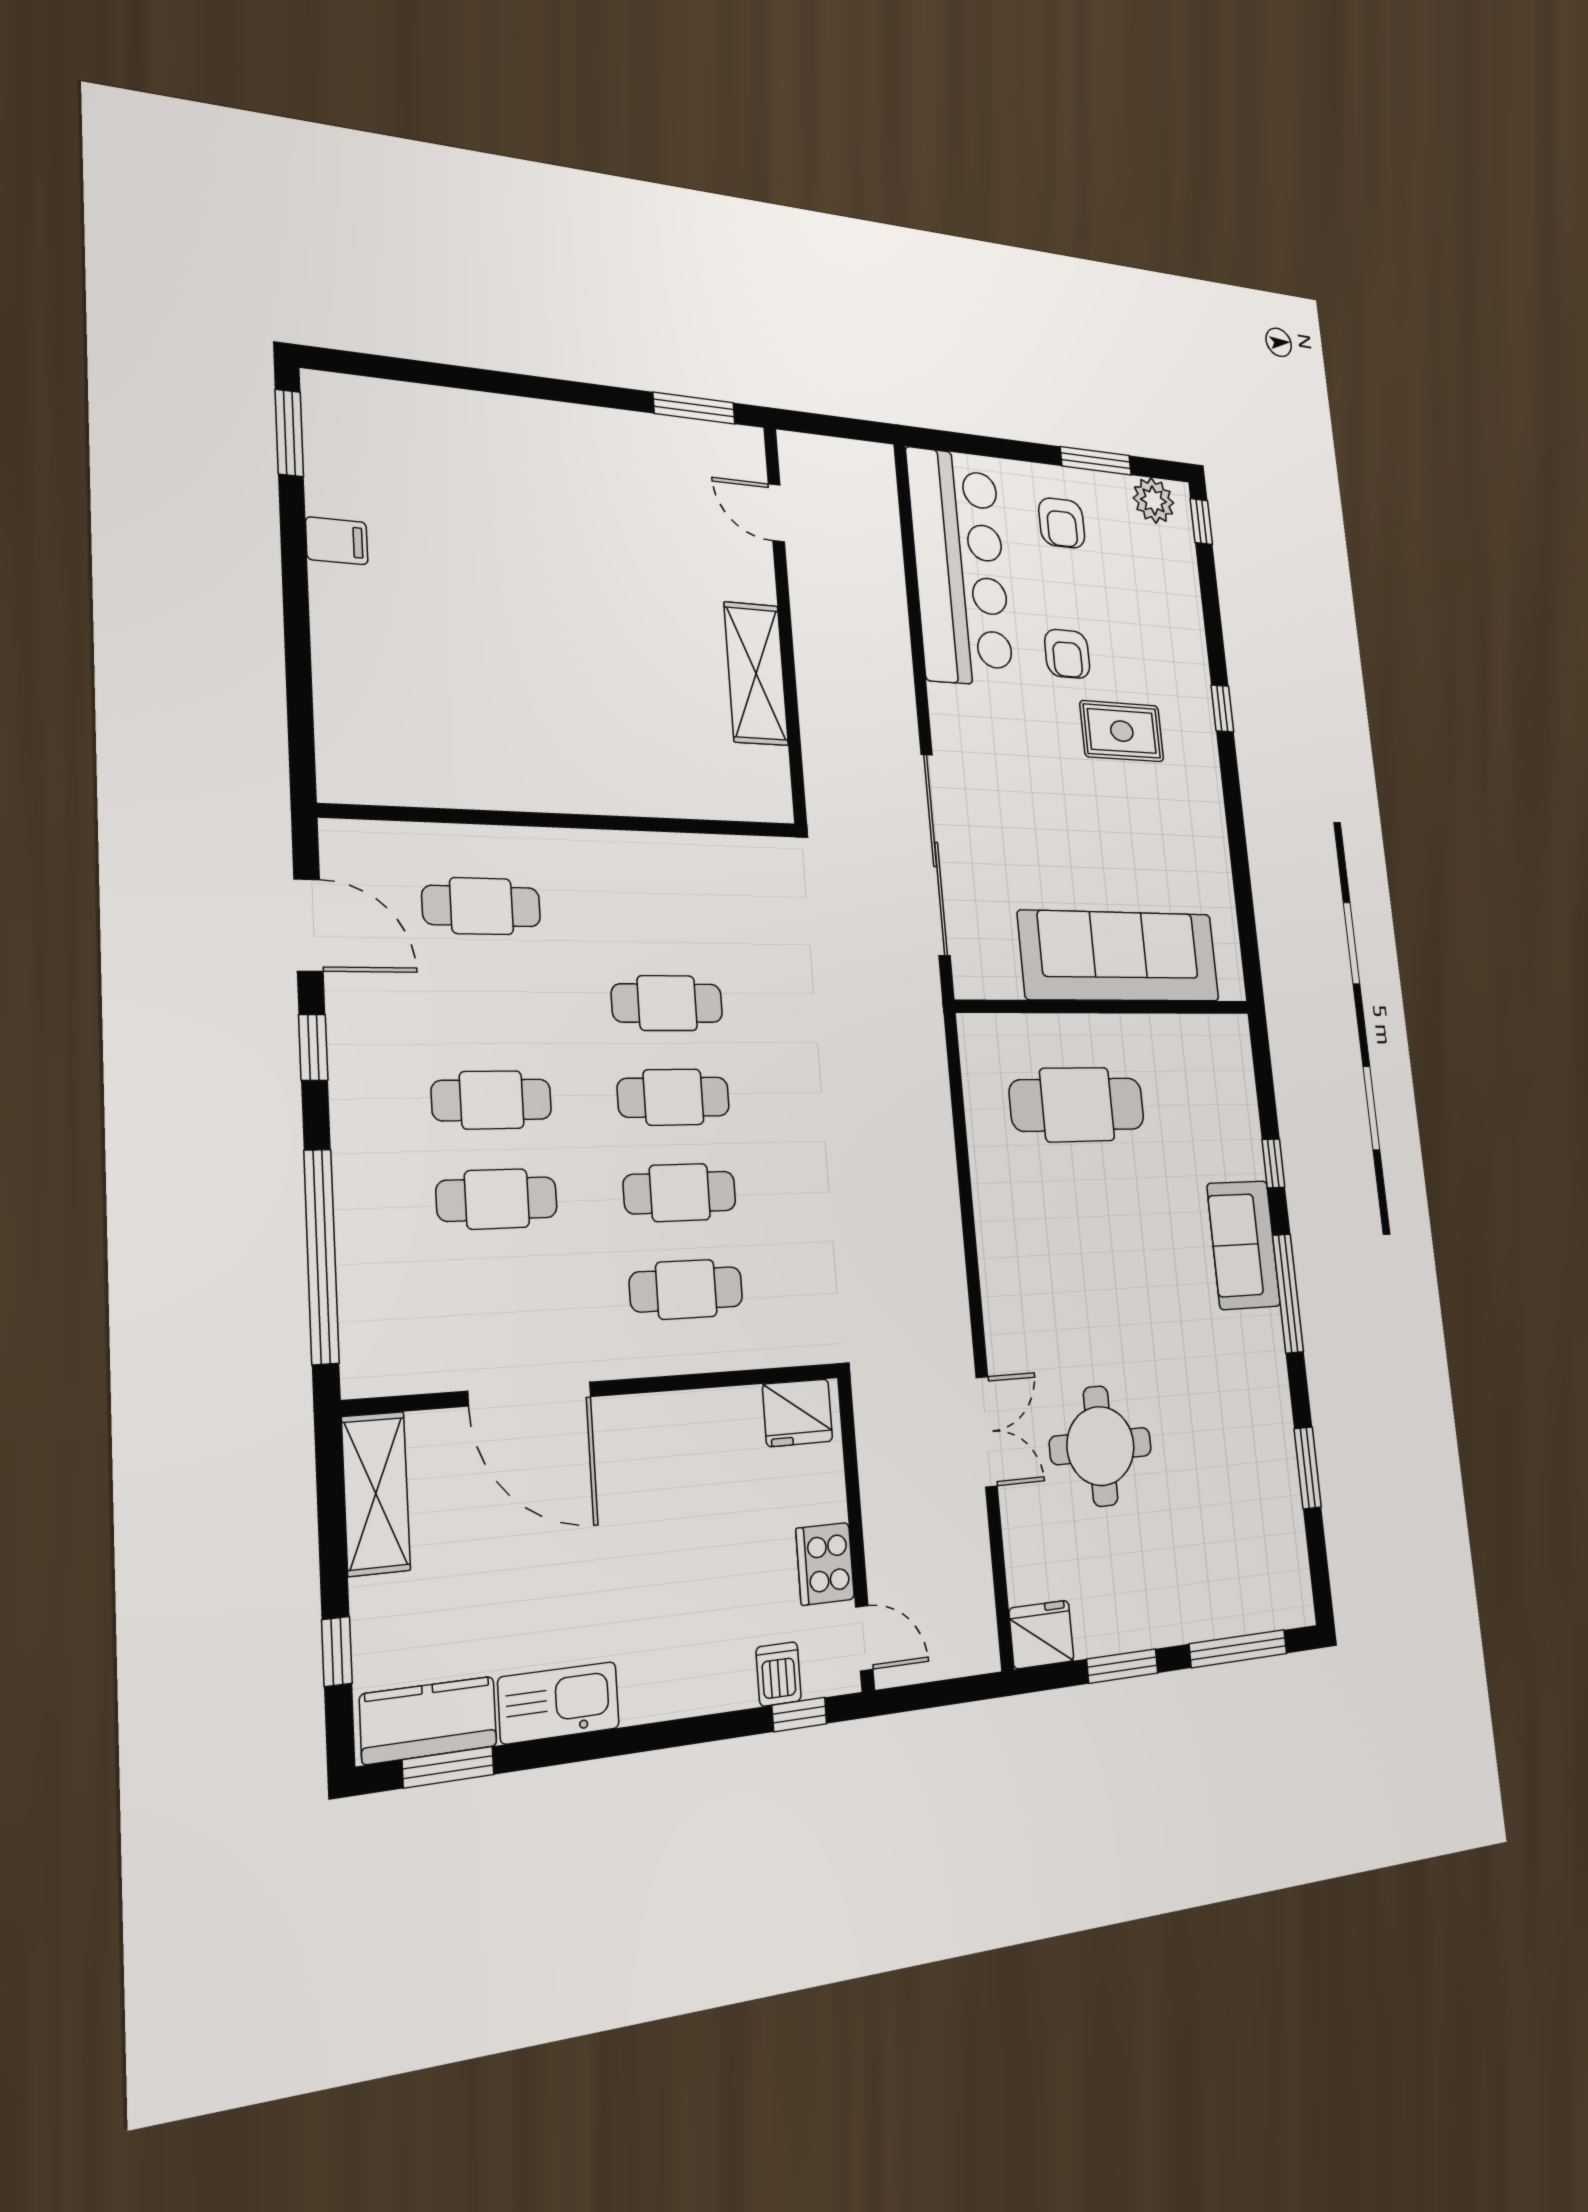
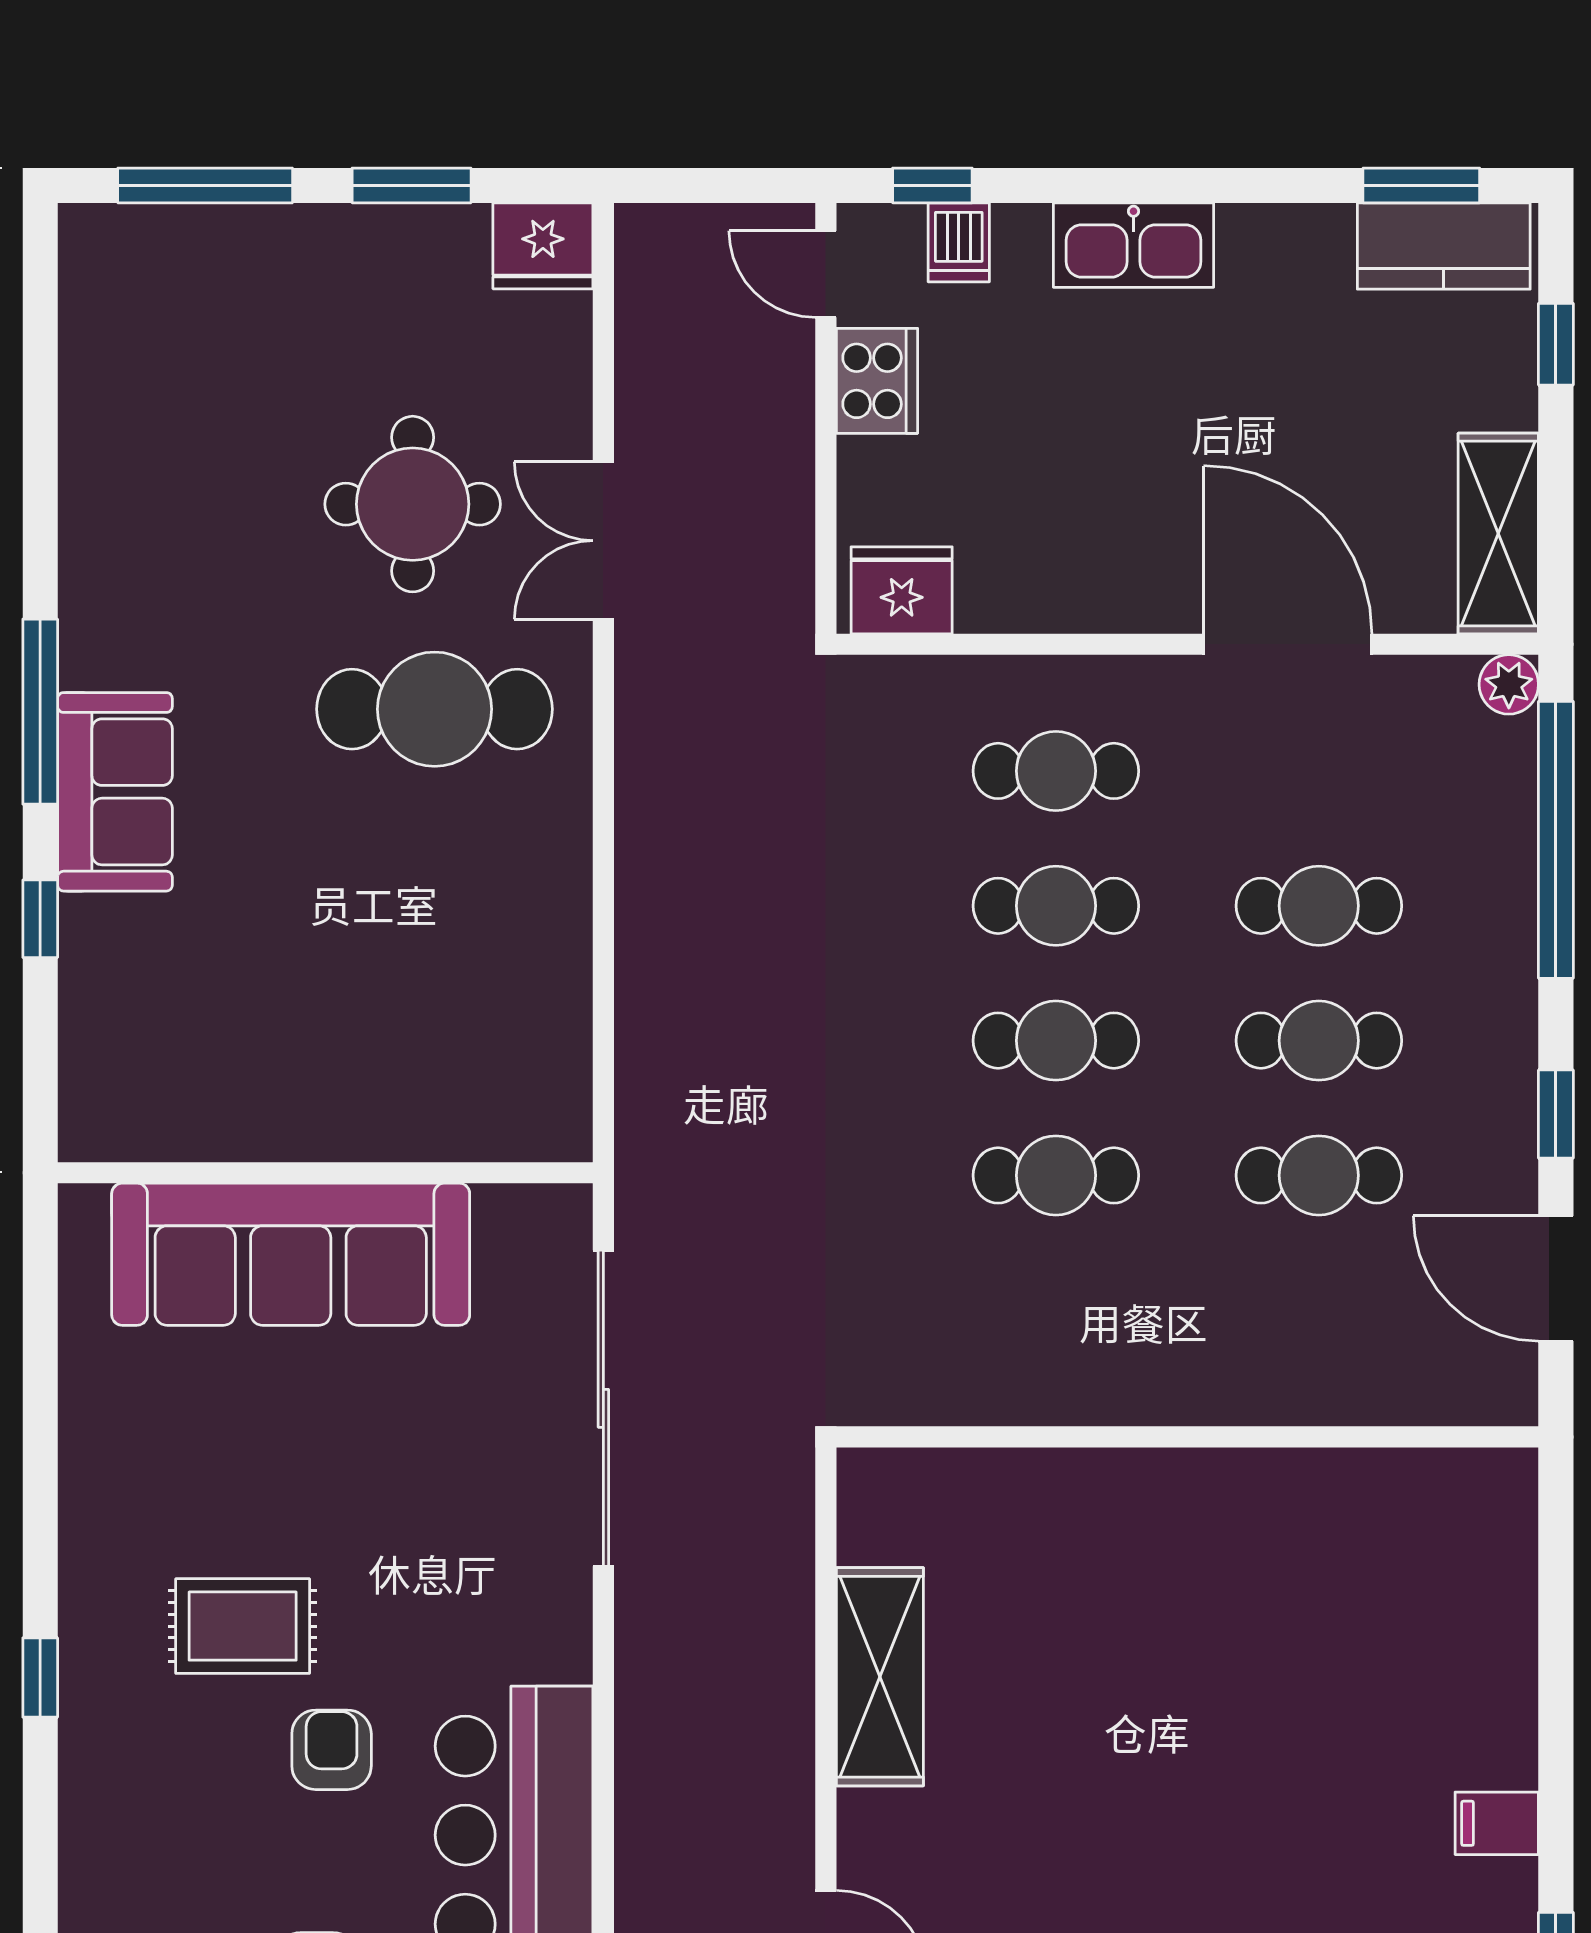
cafe table: (482, 906) -> (1319, 1175), moved
cafe table: (1077, 1105) -> (435, 709), moved
plant: (363, 1375) -> (1509, 684), added
window: (1308, 1468) -> (40, 440), removed
kitchen sink: (559, 1703) -> (1133, 245), moved

